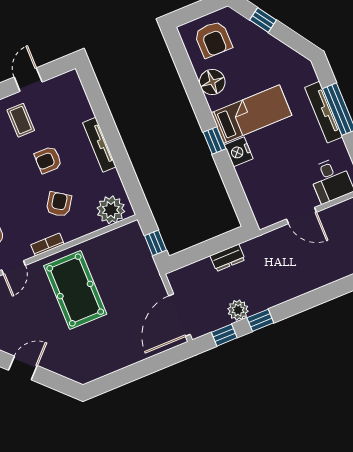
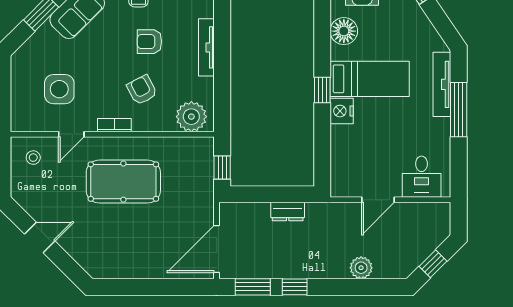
tv unit: (324, 112) -> (442, 84), moved
armchair: (59, 204) -> (142, 90), turned -62
door: (301, 216) -> (378, 200), hinge flipped
pool table: (75, 290) -> (123, 182), turned 90
plant: (238, 310) -> (361, 268), moved
window: (224, 335) -> (253, 287), width x1.50

